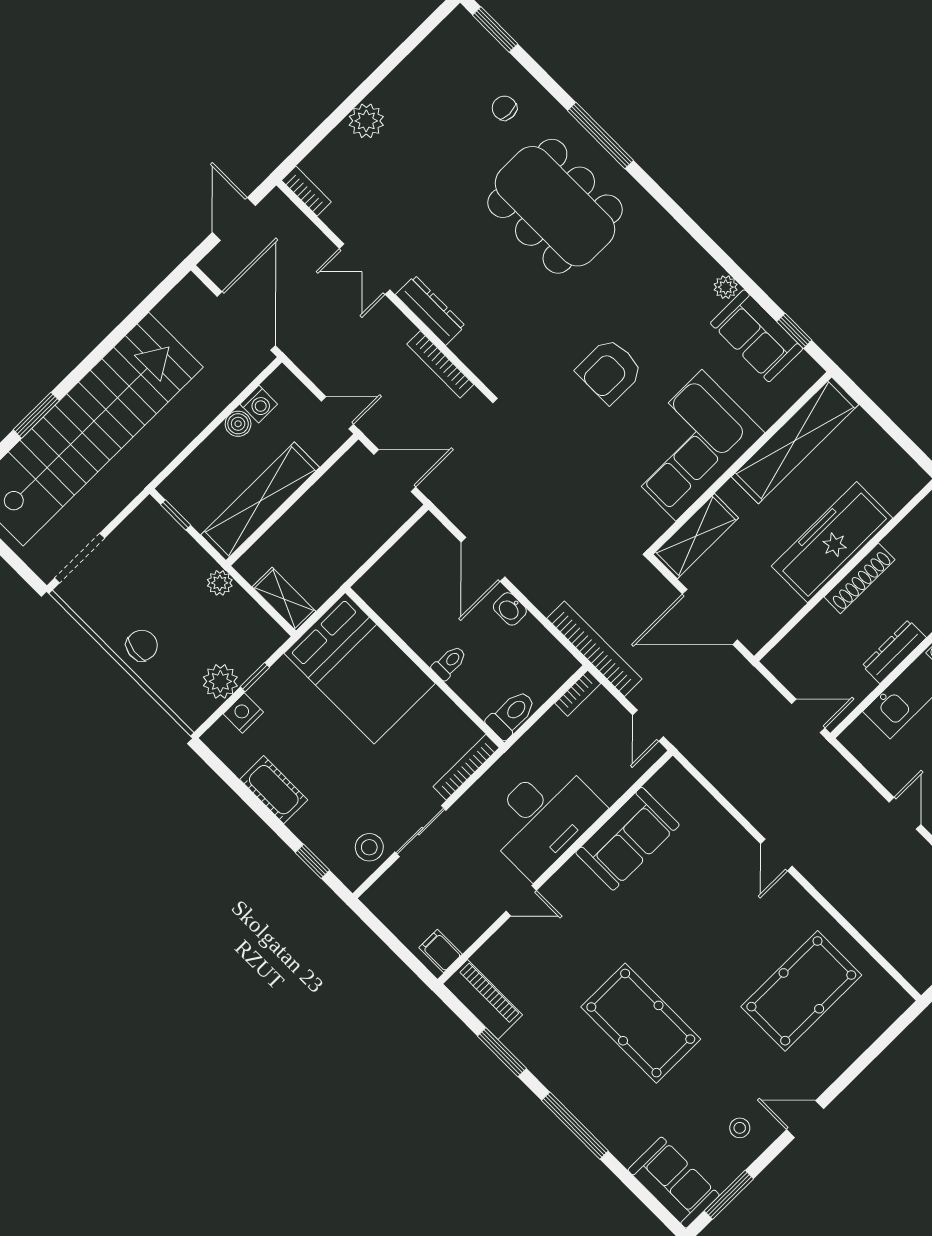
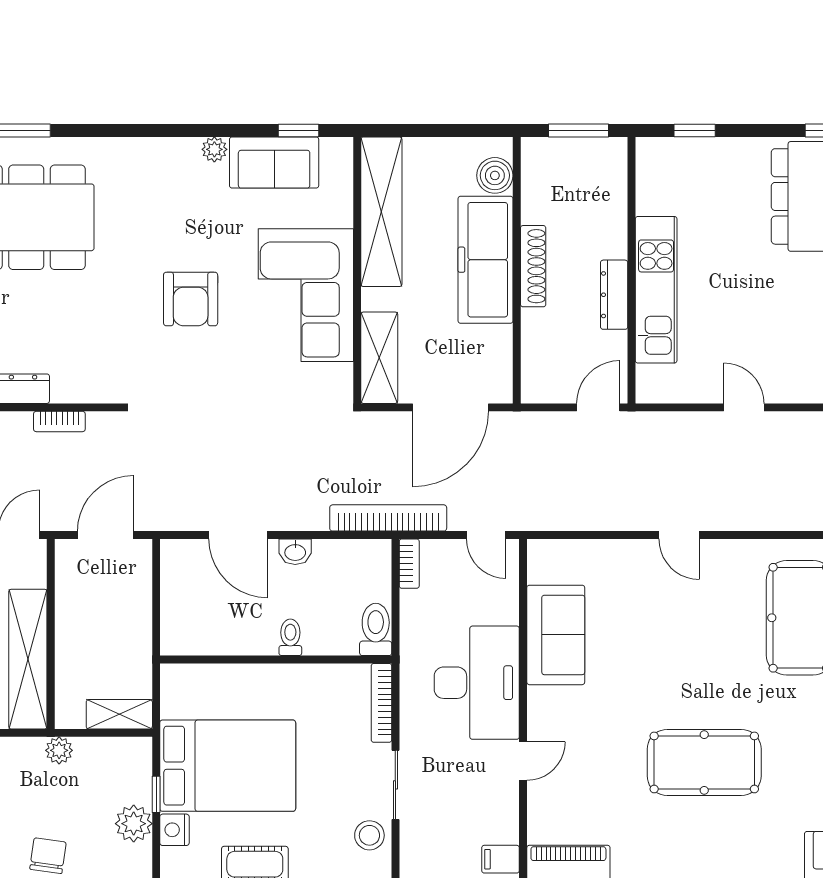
bookcase: (440, 364) -> (59, 421), width x0.64
boiler: (895, 492) -> (495, 175), added
bed: (360, 668) -> (228, 766), moved

